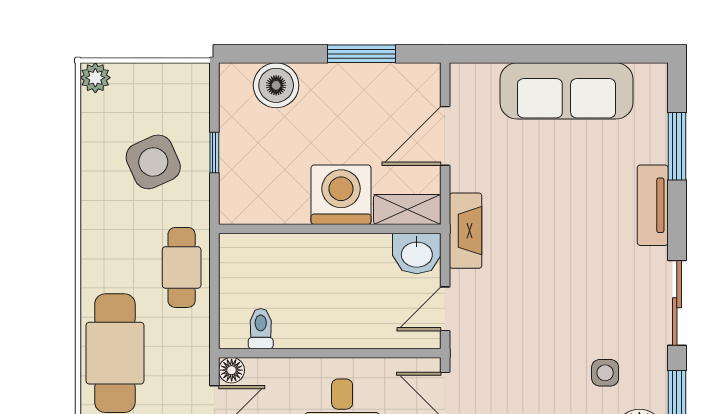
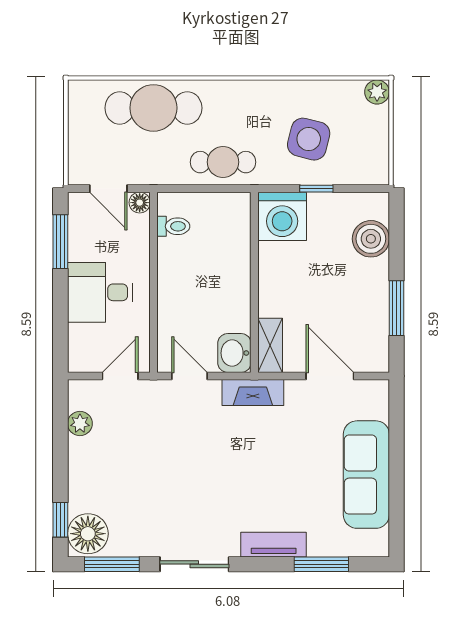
side table: (153, 162) -> (309, 139), turned 38
washing machine: (341, 195) -> (282, 216), moved, turned 90
side table: (605, 373) -> (138, 506), removed

